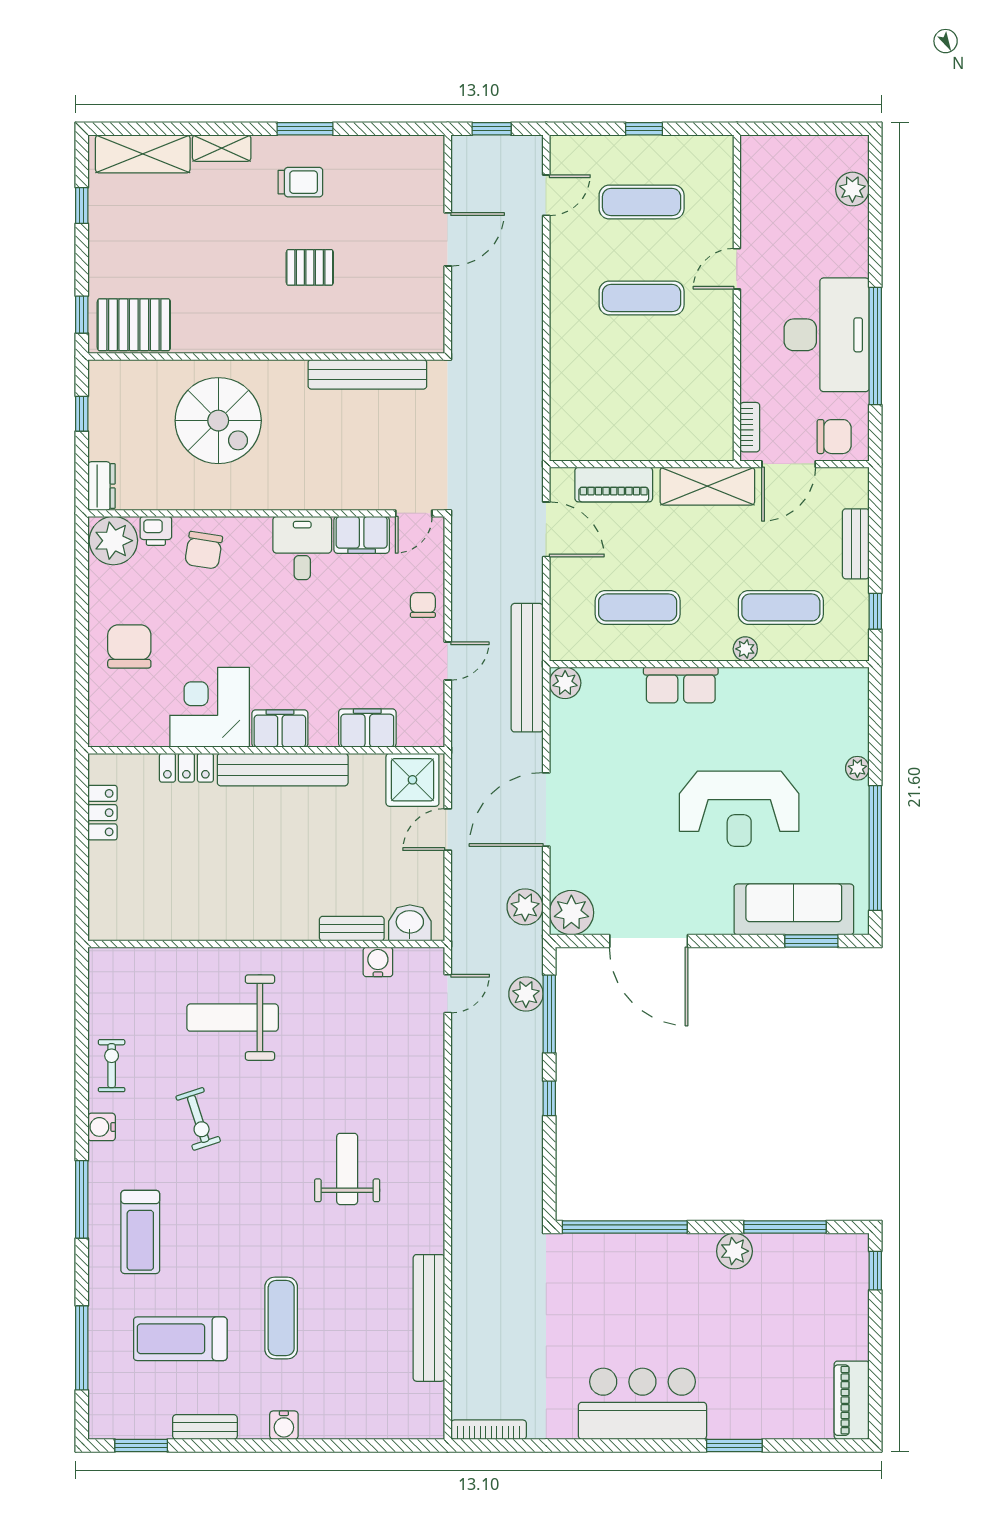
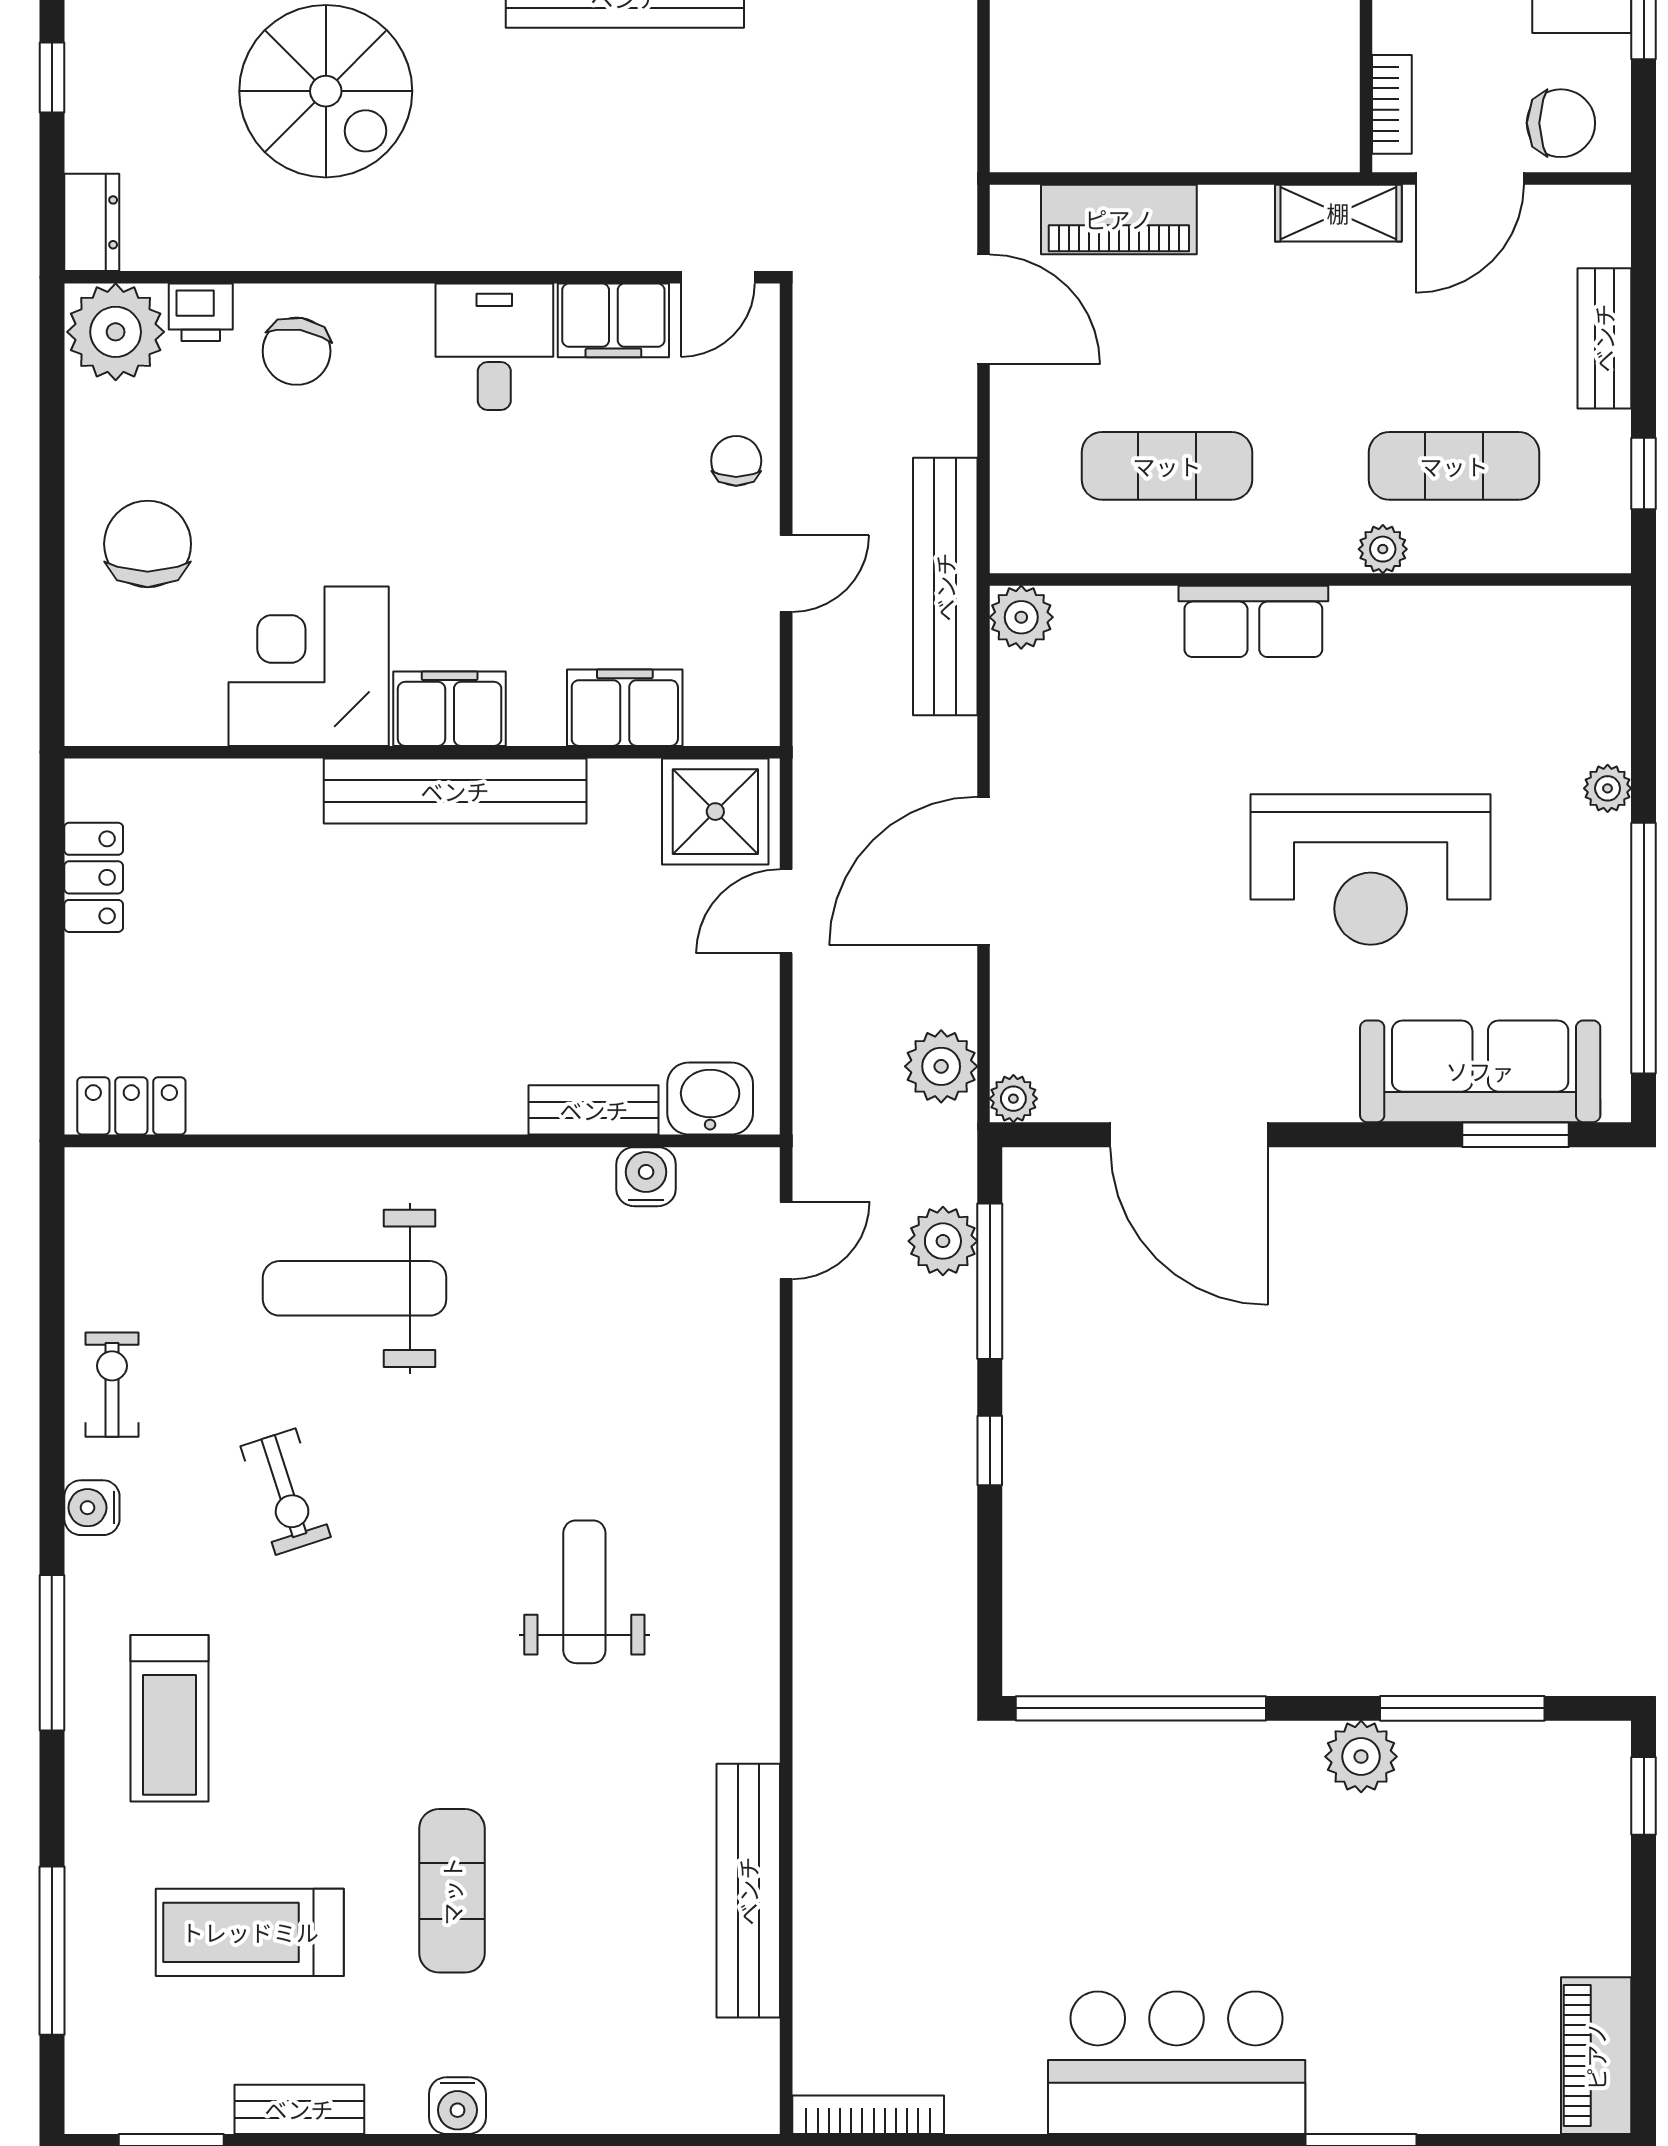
shelving: (707, 486) -> (1338, 213), width x0.67, depth x0.75
locker: (186, 768) -> (131, 1106), moved, turned 180
plant: (571, 913) -> (1013, 1099), width x0.53, depth x0.53

